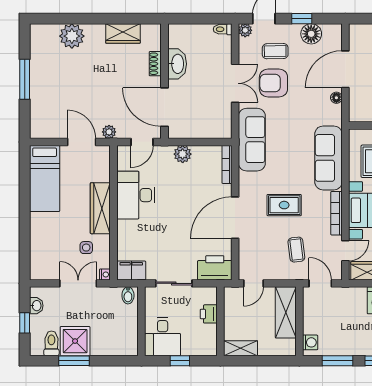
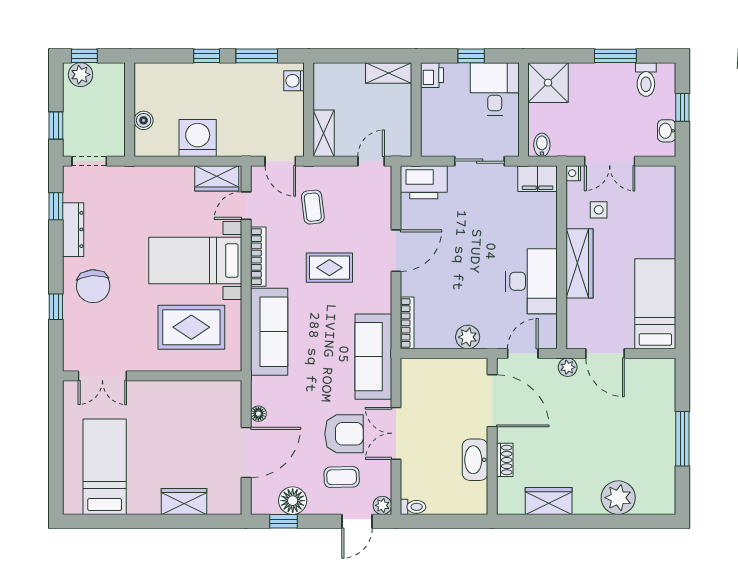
window: (302, 19) -> (284, 521), moved
door: (235, 218) -> (396, 251), width x0.73
shelving: (286, 312) -> (324, 133), width x0.67, depth x0.75
printer: (209, 314) -> (432, 75), moved
shower: (75, 341) -> (548, 83), moved

